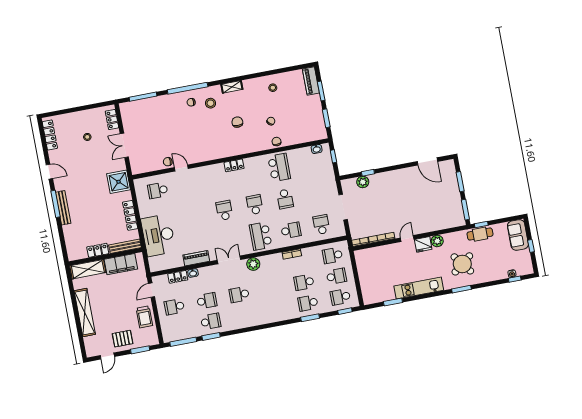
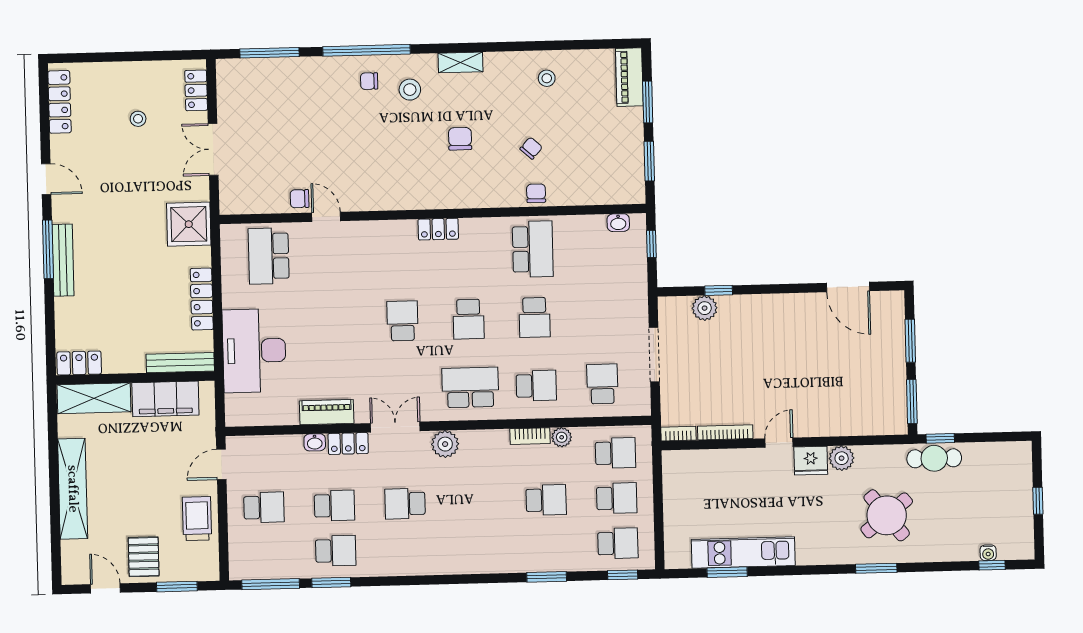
school desk: (158, 190) -> (269, 256), width x1.85
school desk: (255, 205) -> (468, 319), turned 180
sofa: (518, 235) -> (1014, 473), removed
school desk: (261, 236) -> (470, 387), turned 90
locker: (98, 250) -> (79, 363), moved
plant: (307, 252) -> (562, 437), added
school desk: (333, 255) -> (615, 453), turned 180
locker: (178, 277) -> (348, 444), moved
school desk: (304, 282) -> (546, 500), turned 180
kitchen unit: (419, 288) -> (743, 553), moved
school desk: (340, 297) -> (618, 543), turned 180
school desk: (308, 303) -> (547, 545), removed
school desk: (174, 307) -> (264, 507), turned 180
trolley: (144, 317) -> (197, 519), turned 180
pallet: (123, 339) -> (144, 557), turned 90
door: (107, 356) -> (105, 588), swing flipped

